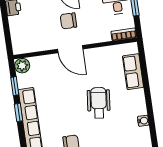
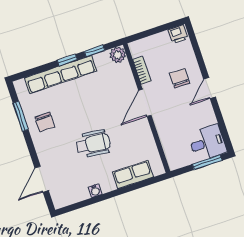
chair: (68, 21) -> (179, 78), moved
bookcase: (124, 34) -> (142, 70), moved
water cooler: (143, 121) -> (95, 191), moved

